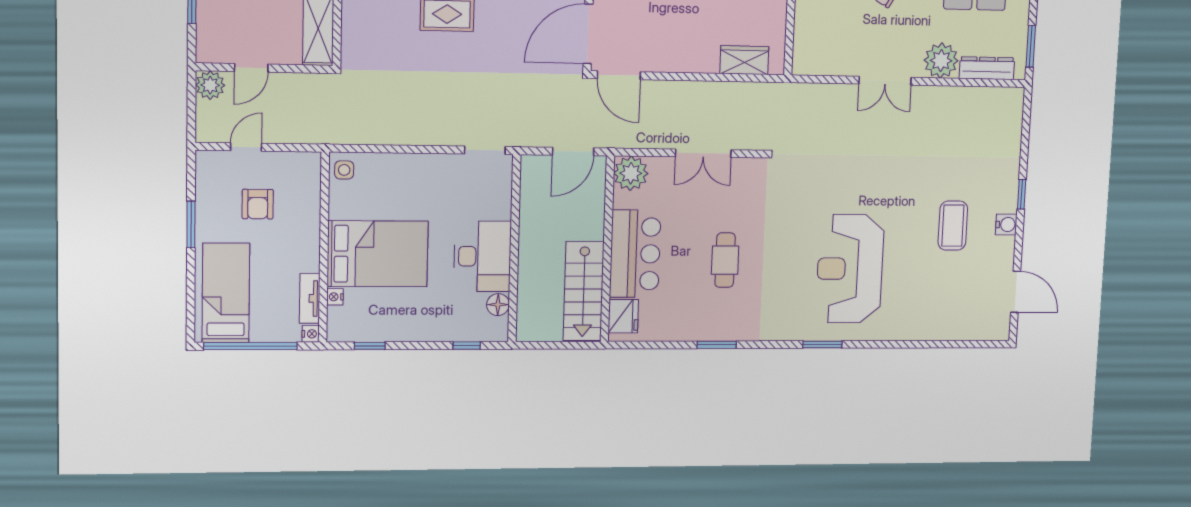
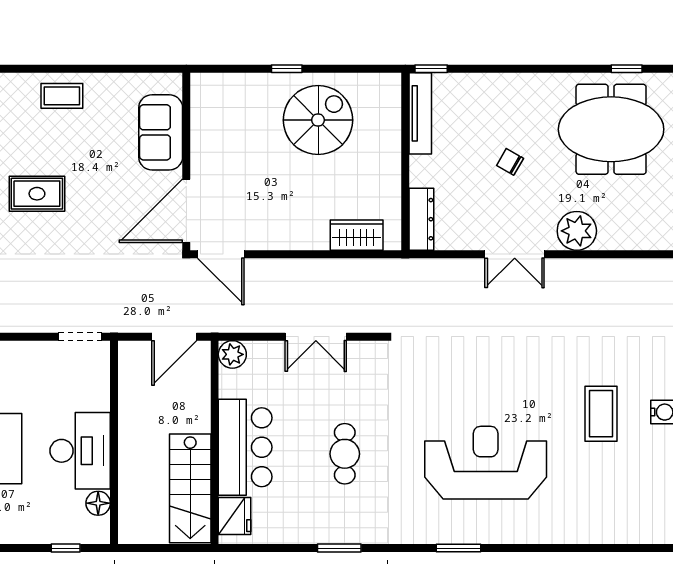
dresser: (987, 68) -> (421, 219), moved, turned 90
plant: (631, 173) -> (232, 354), width x0.73, depth x0.73
reception desk: (850, 269) -> (486, 463), turned 90

